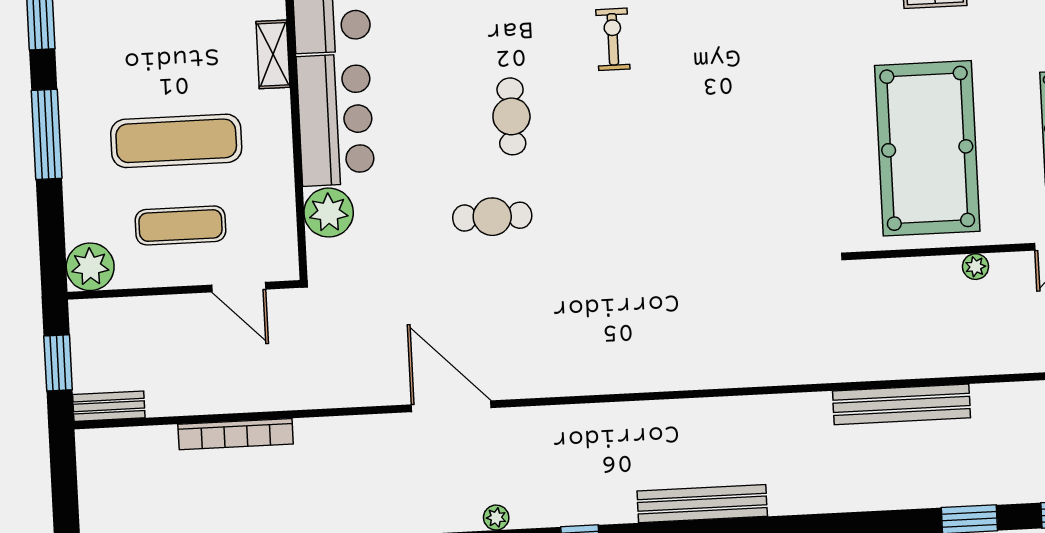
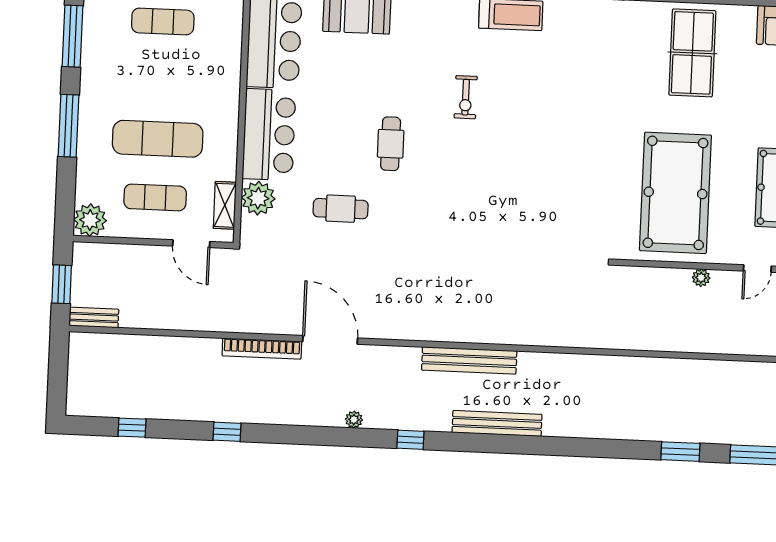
exercise bike: (613, 39) -> (466, 97), turned 180
shelving: (273, 54) -> (225, 205), moved
cafe table: (492, 217) -> (341, 209), moved
bench: (901, 404) -> (469, 360), moved
bookcase: (236, 434) -> (262, 349), moved

